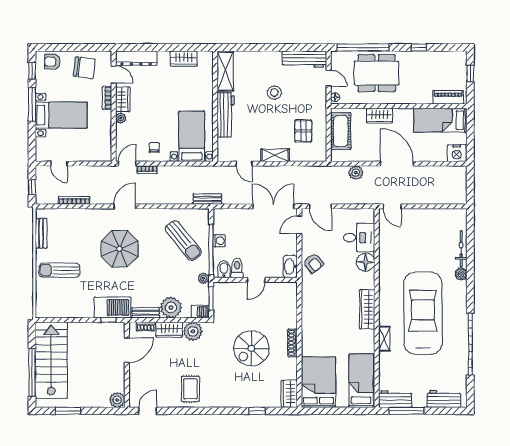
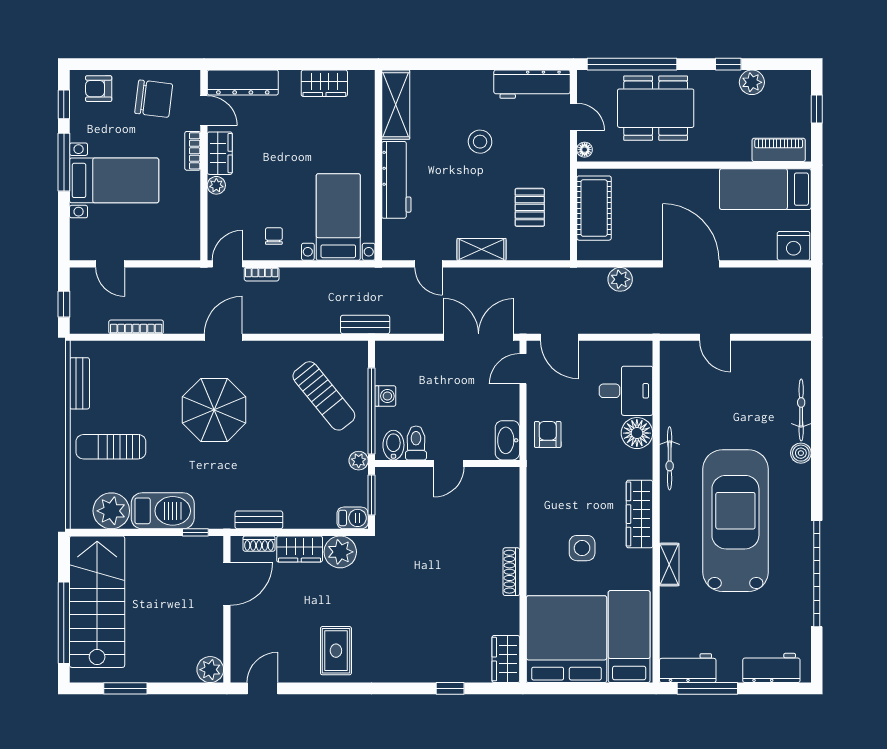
plant: (433, 58) -> (752, 82), added
wardrobe: (380, 116) -> (661, 181), removed
door: (392, 206) -> (715, 337), moved
armchair: (314, 263) -> (548, 434), turned -142
bicycle: (385, 277) -> (670, 458), added
barbecue: (112, 307) -> (163, 511), moved
plant: (171, 307) -> (111, 511), moved
side table: (334, 329) -> (582, 548), added
spiral stairs: (251, 348) -> (441, 581), removed
bed: (318, 382) -> (566, 639), width x1.36

